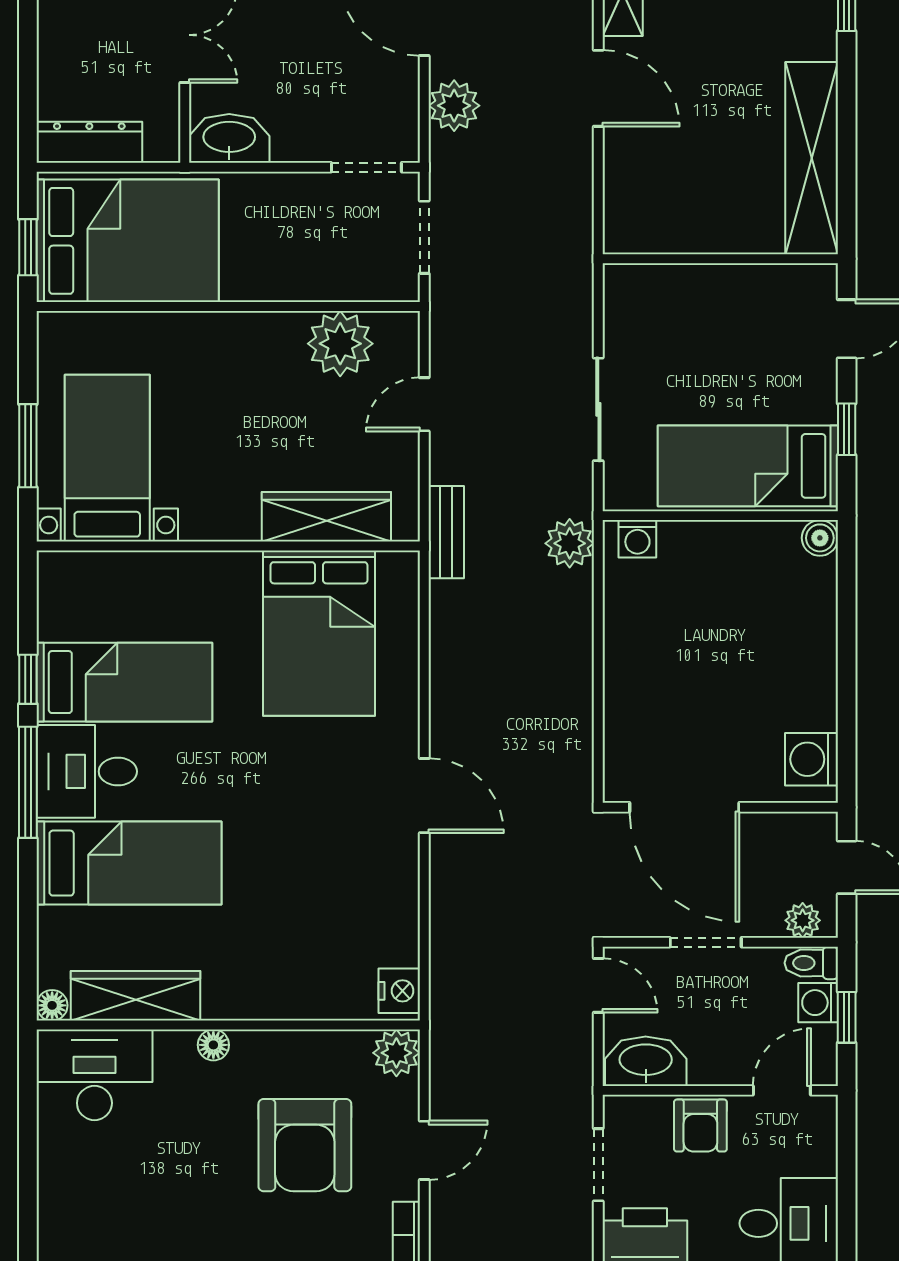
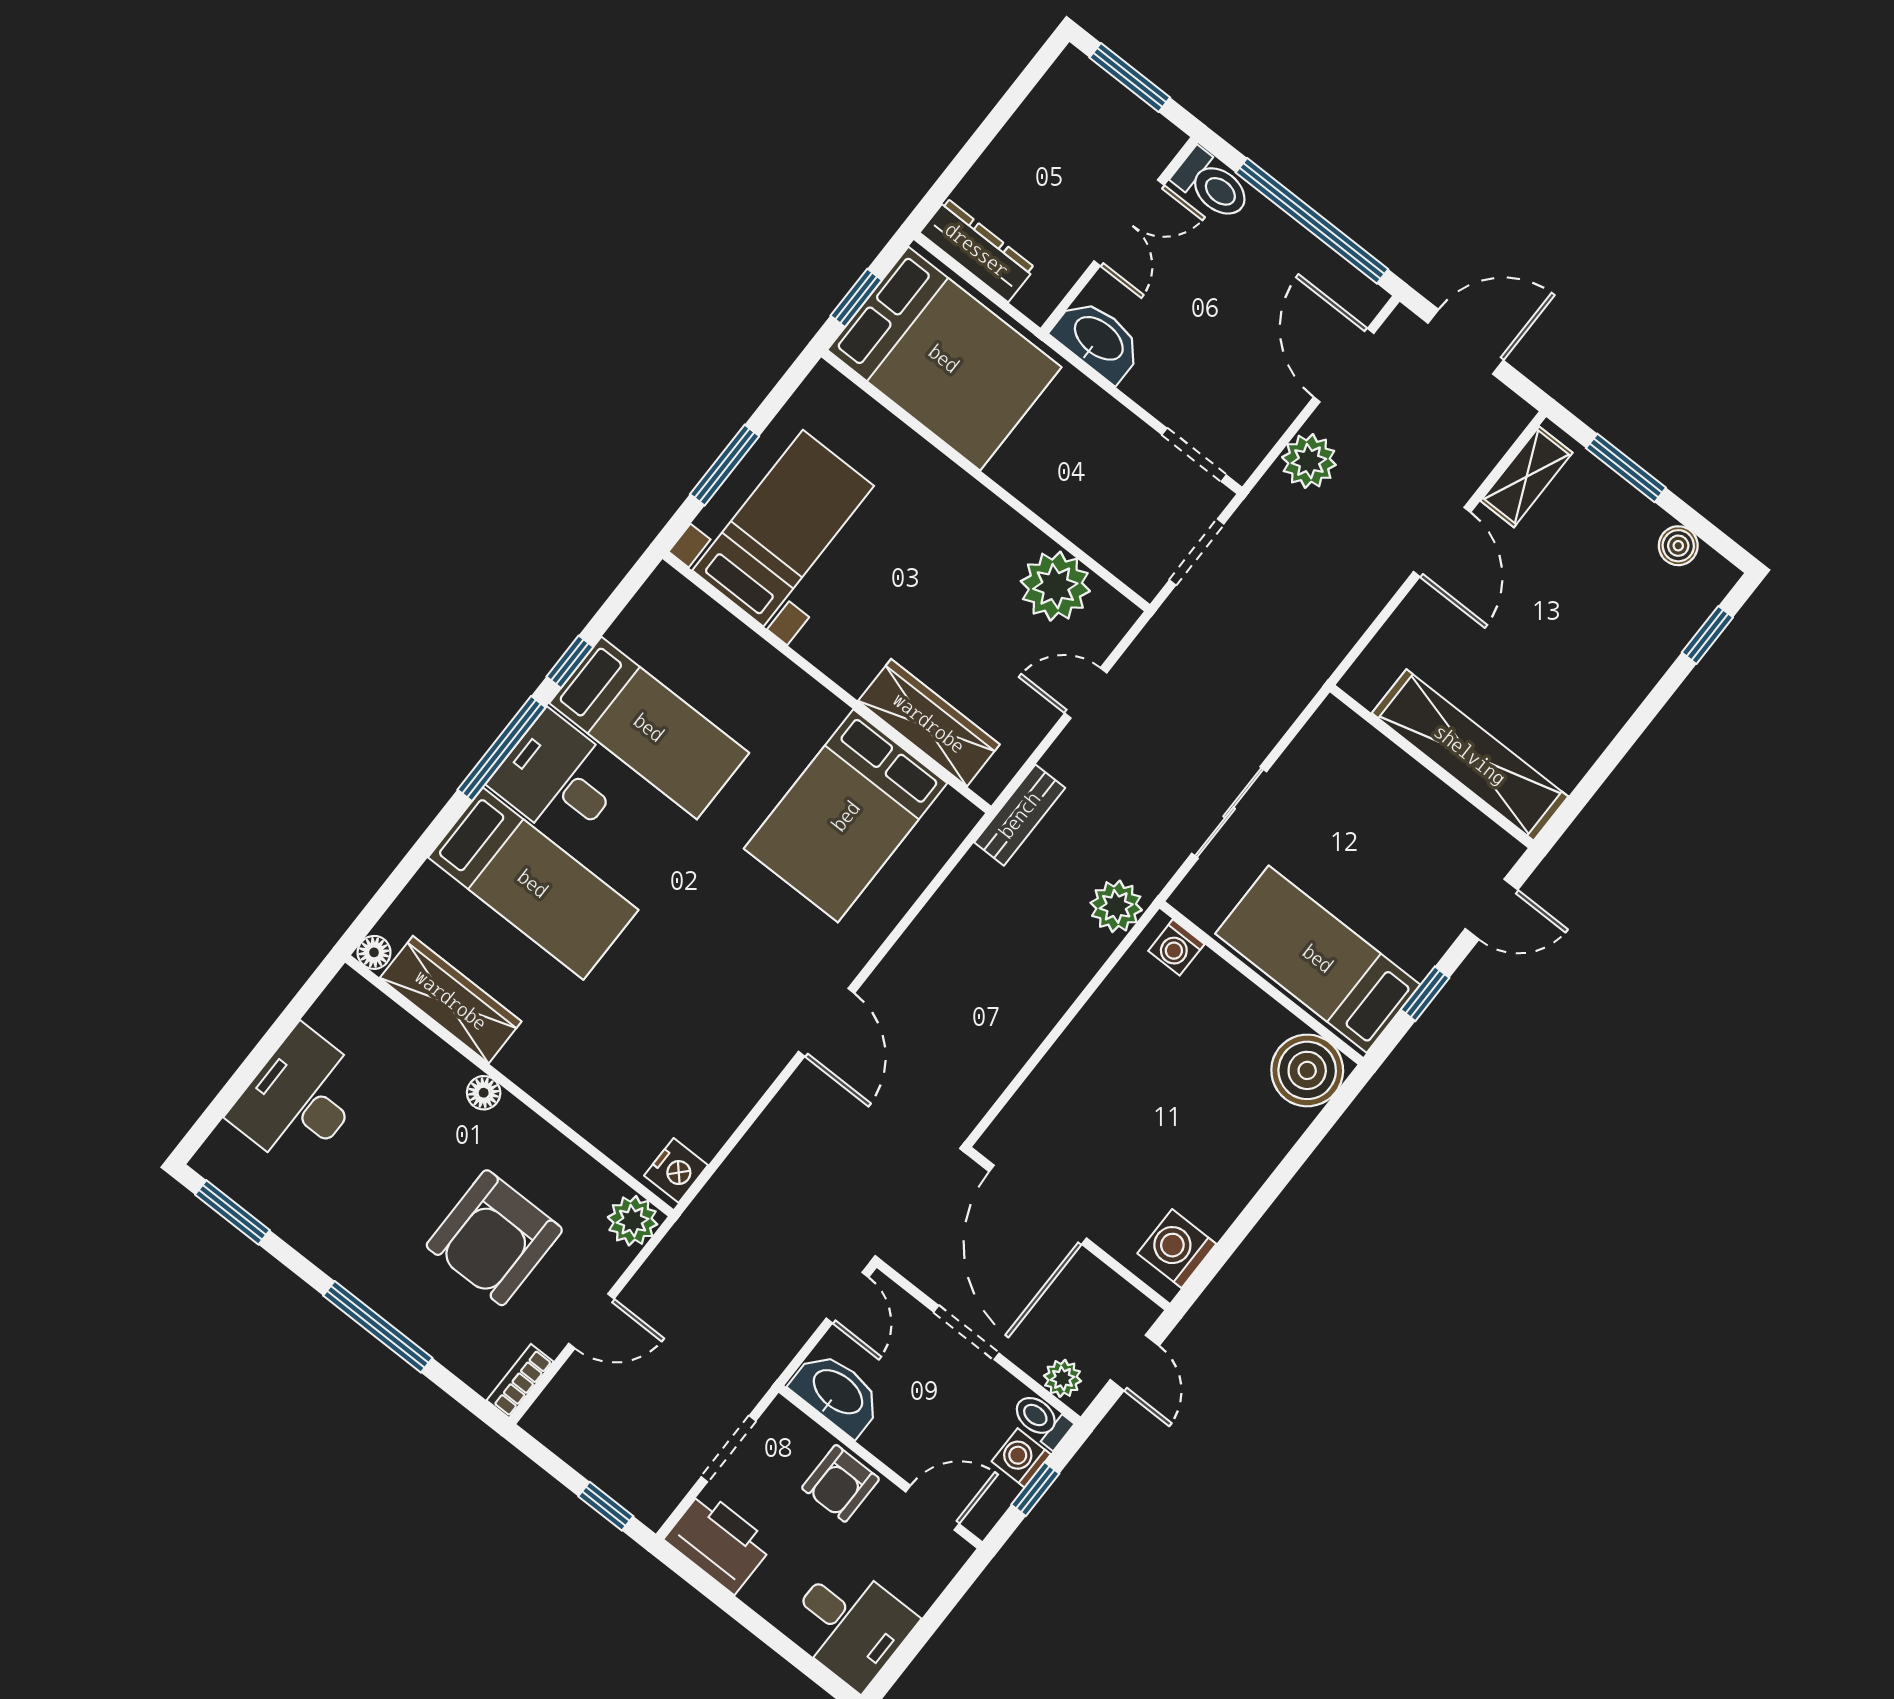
shelving: (812, 158) -> (1470, 755), moved, turned 90
boiler: (820, 538) -> (1307, 1070), width x1.86, depth x1.86
desk: (94, 1075) -> (300, 1099), moved, turned -90

